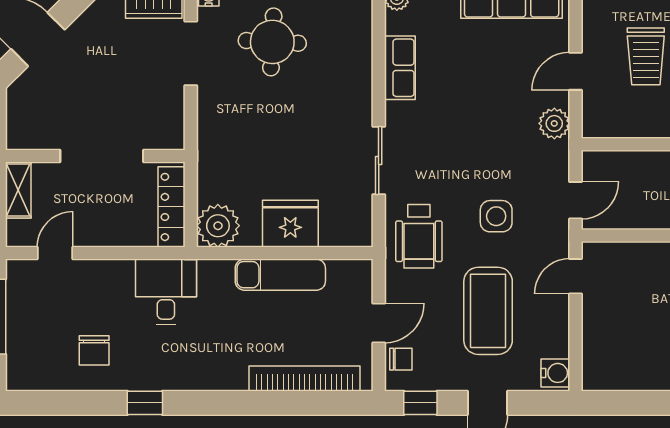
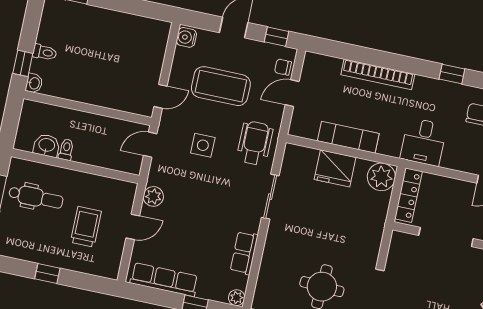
coffee table: (488, 311) -> (221, 86), turned 90
bookcase: (305, 378) -> (378, 74), moved

